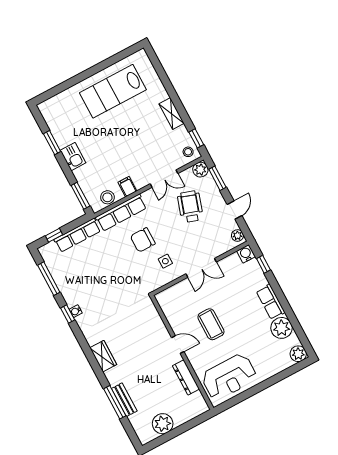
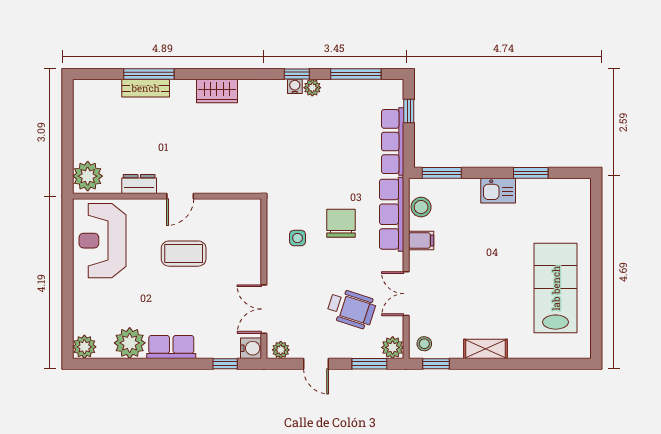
double door: (201, 268) -> (264, 309), moved
plant: (71, 300) -> (312, 88), added
dresser: (186, 377) -> (139, 184), width x0.70
plant: (163, 424) -> (88, 176), moved

